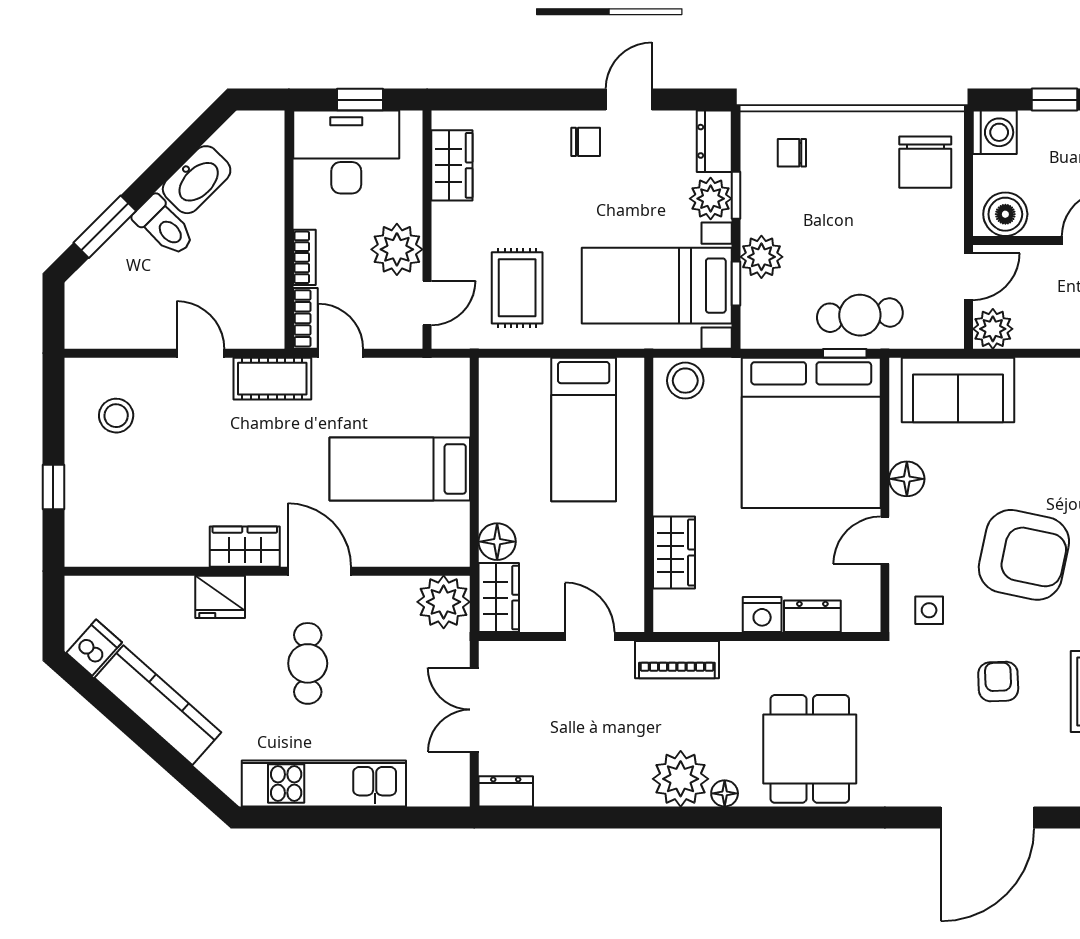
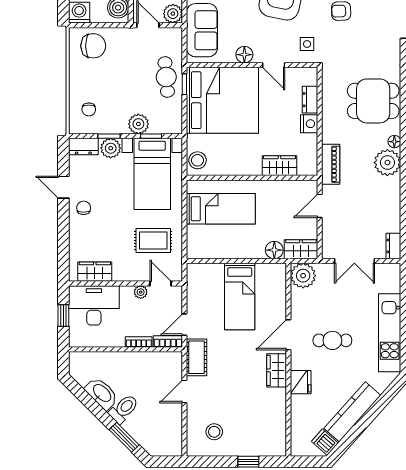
desk: (346, 152) -> (94, 305), moved, turned 90
plant: (397, 249) -> (141, 292), width x0.53, depth x0.53

